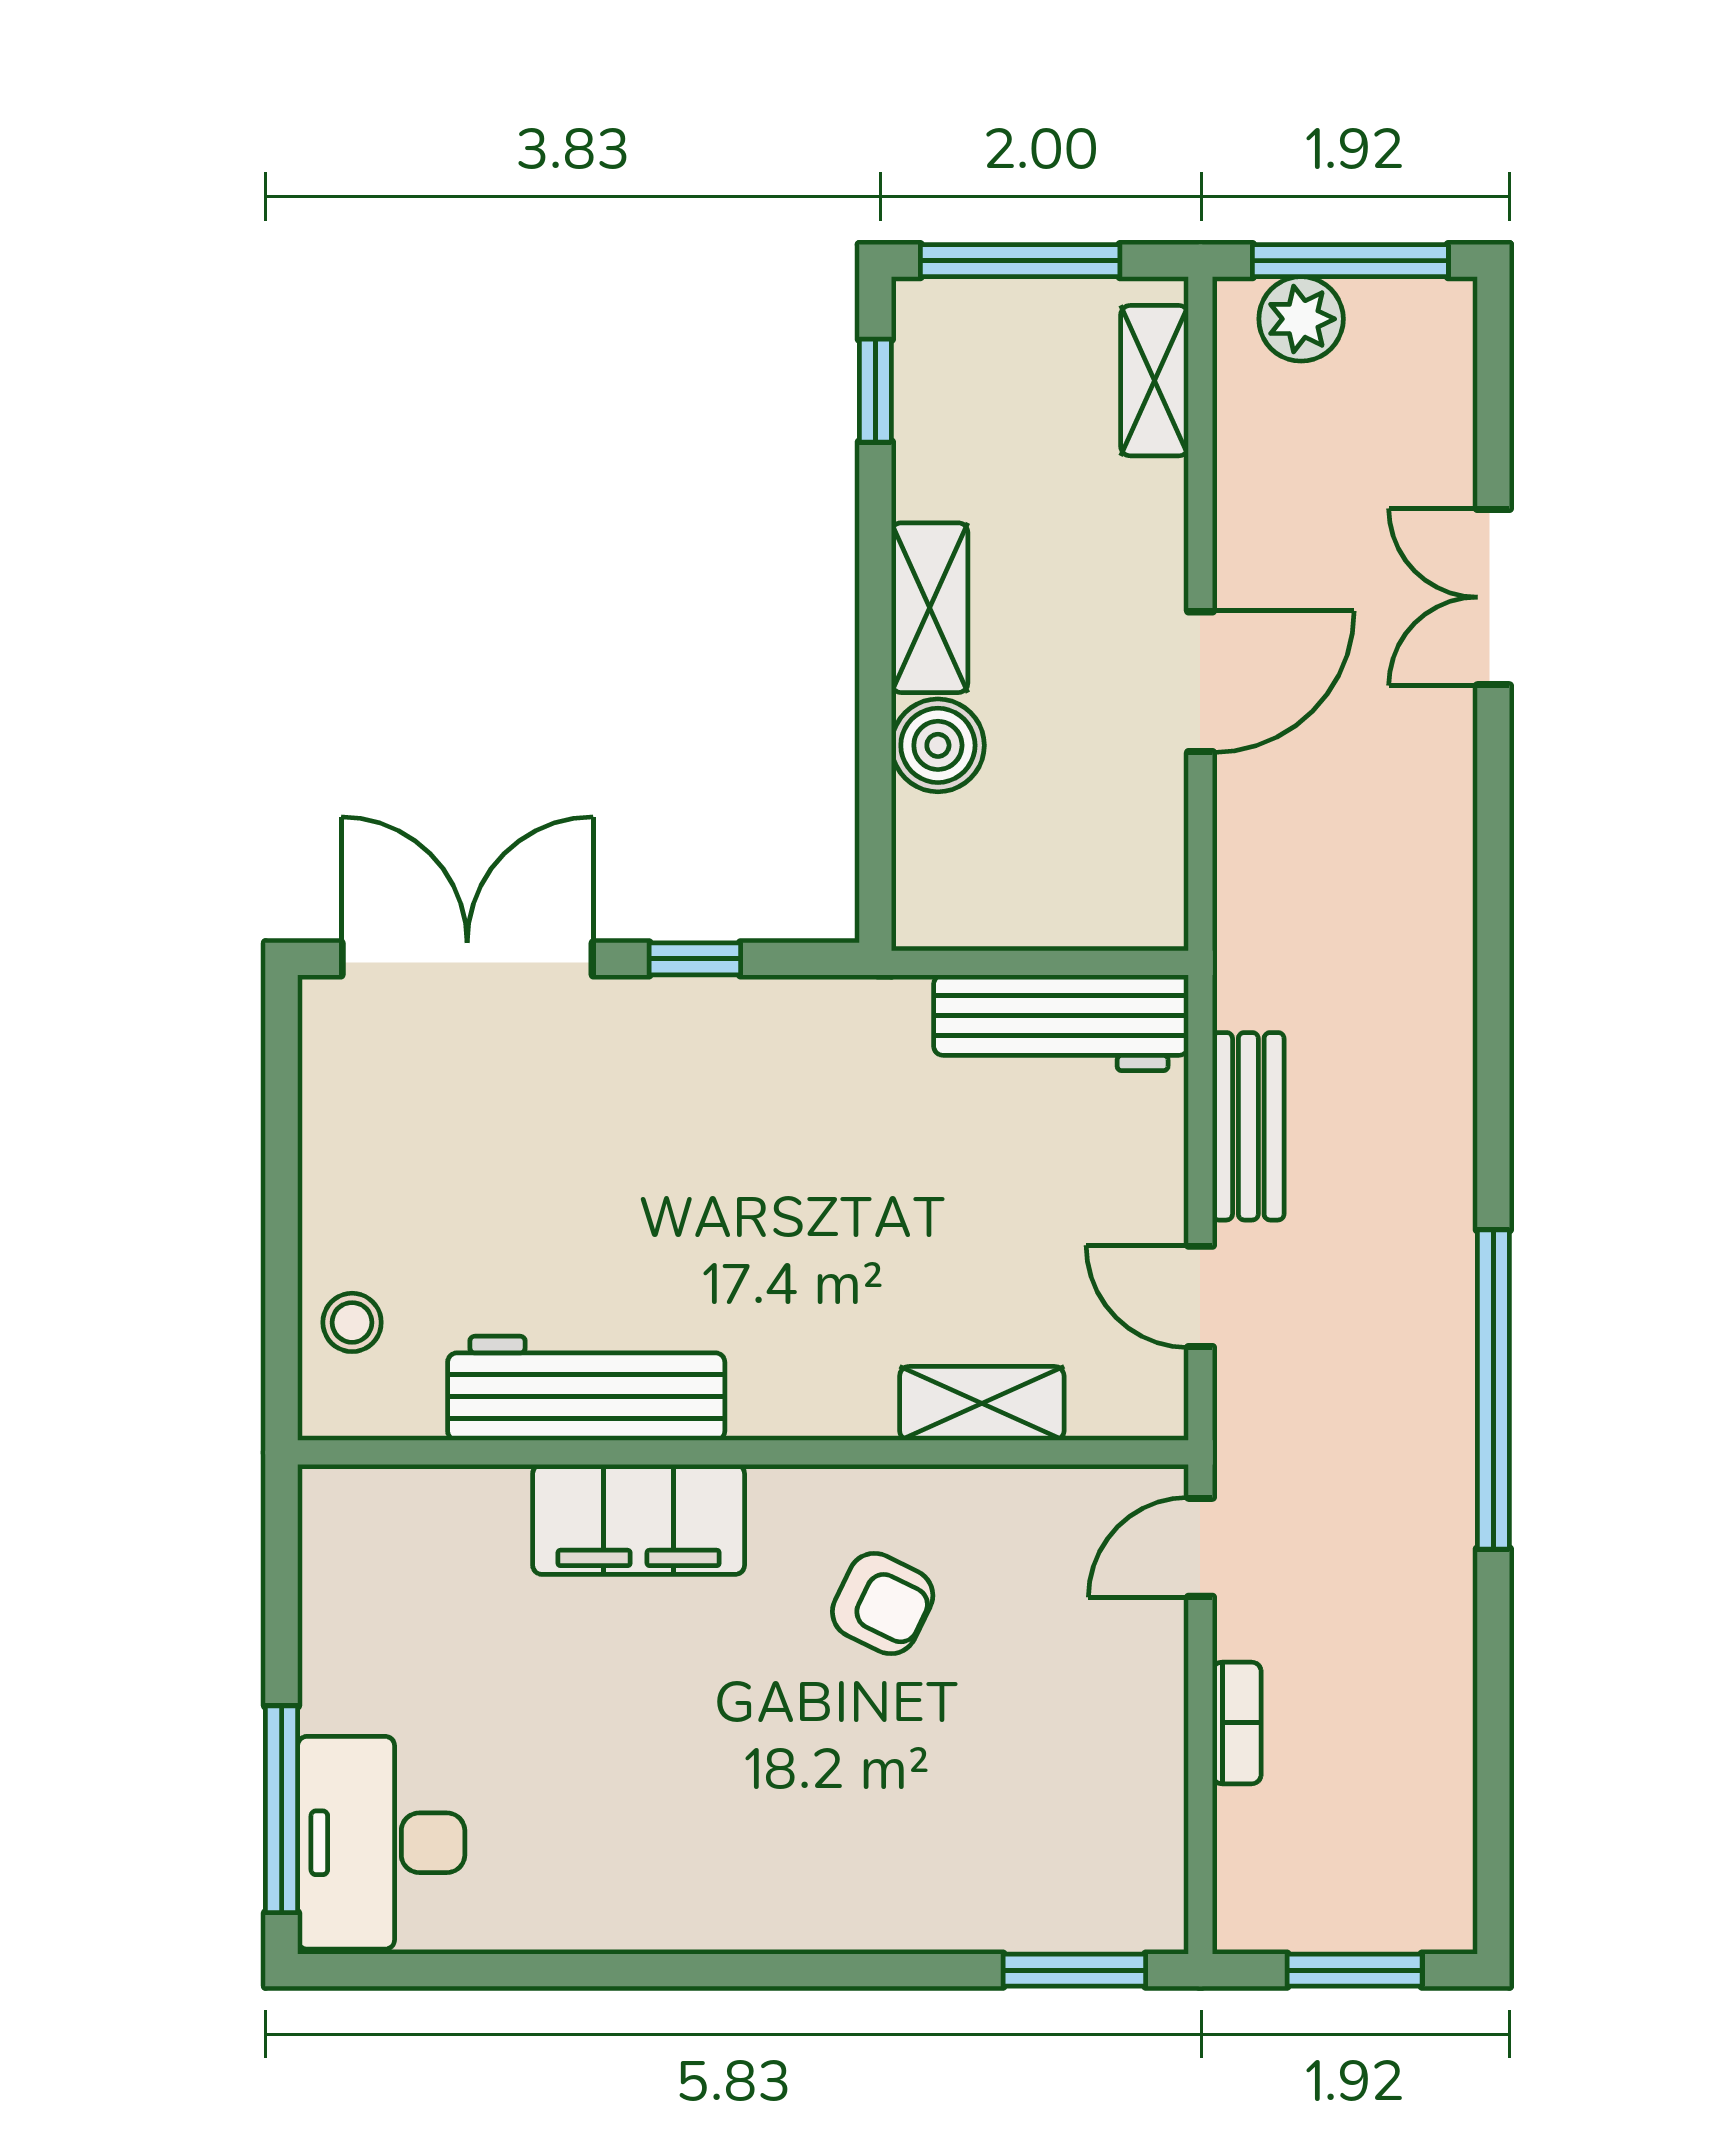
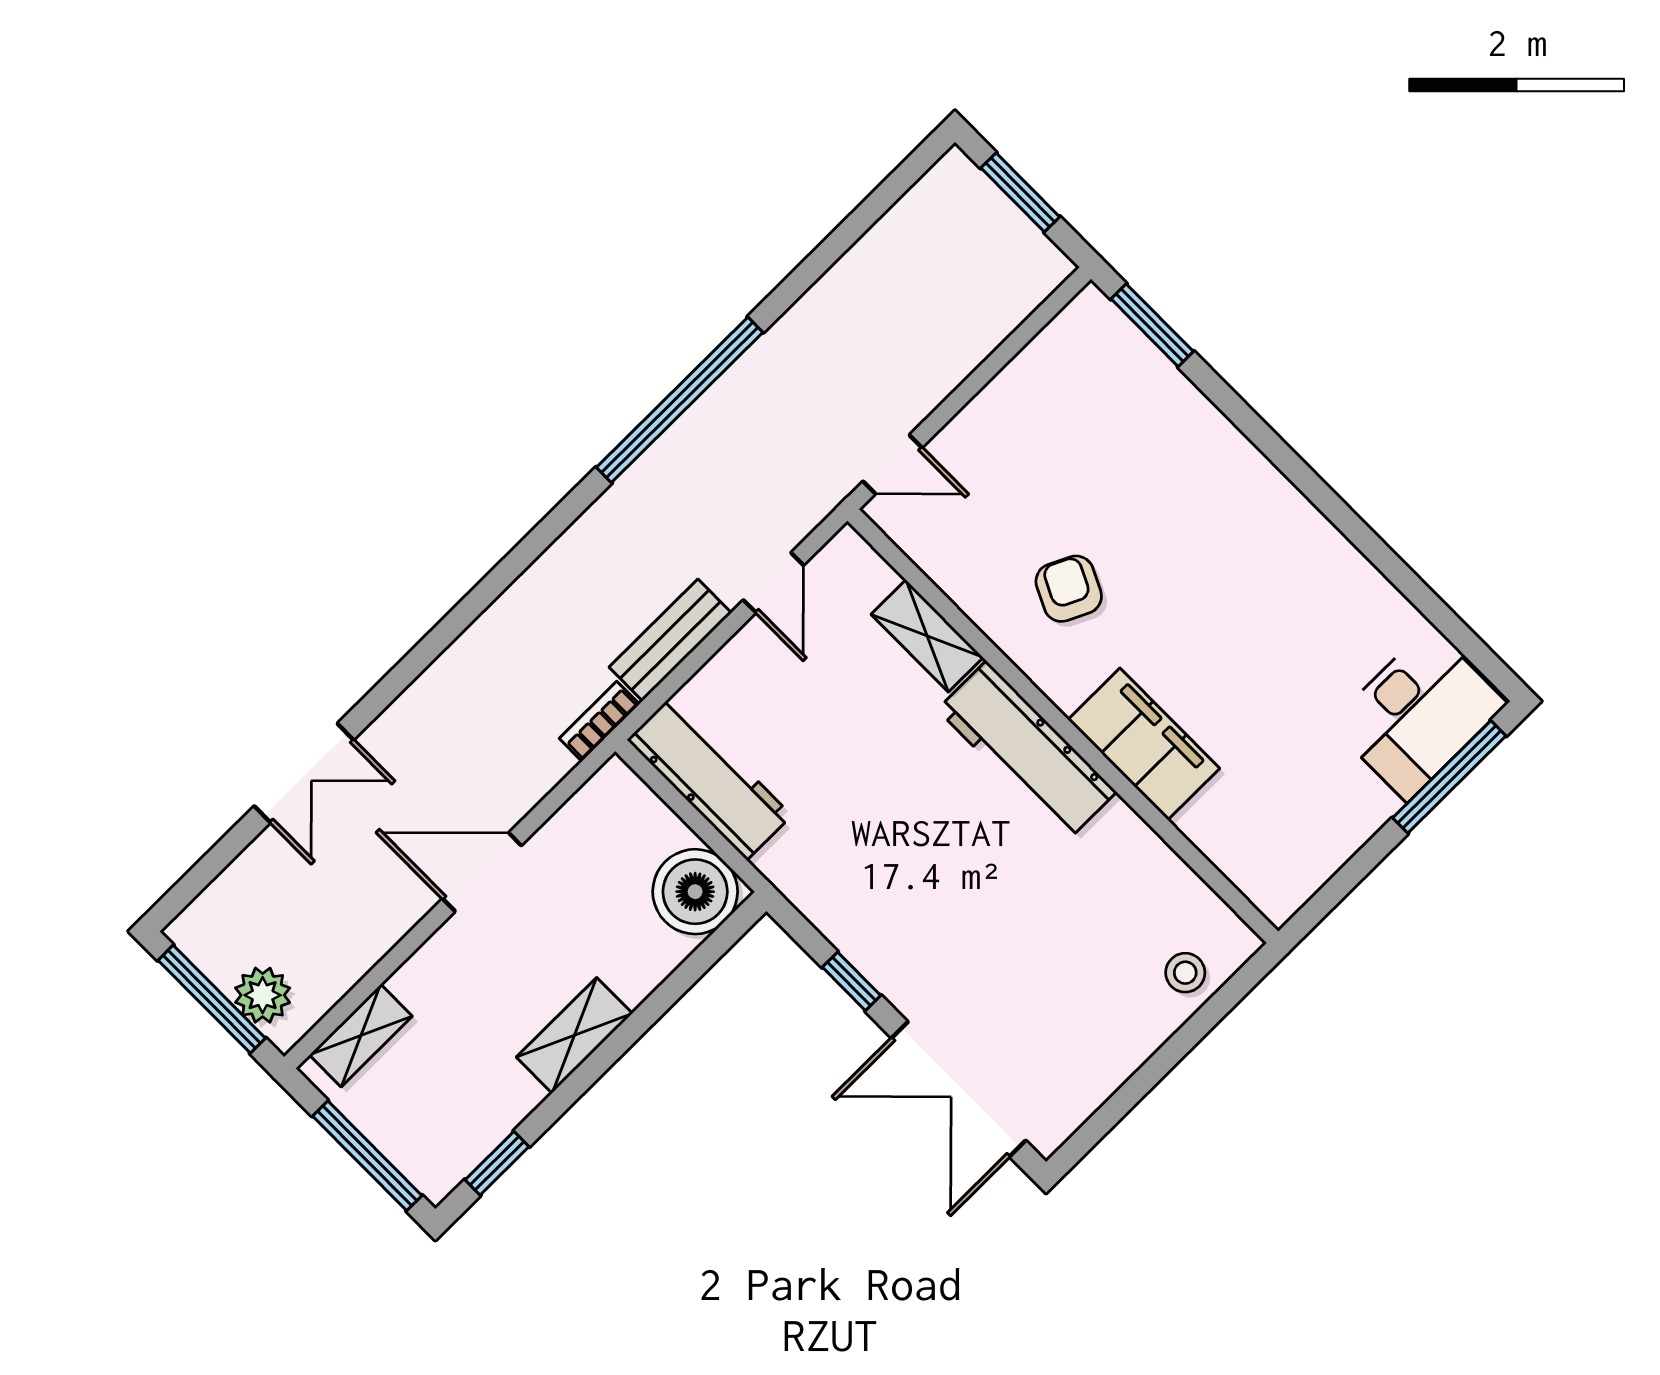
boiler: (938, 745) -> (695, 892), moved, width x1.37, depth x1.37
workbench: (586, 1388) -> (1027, 751), moved
bookcase: (1237, 1723) -> (599, 721), moved

